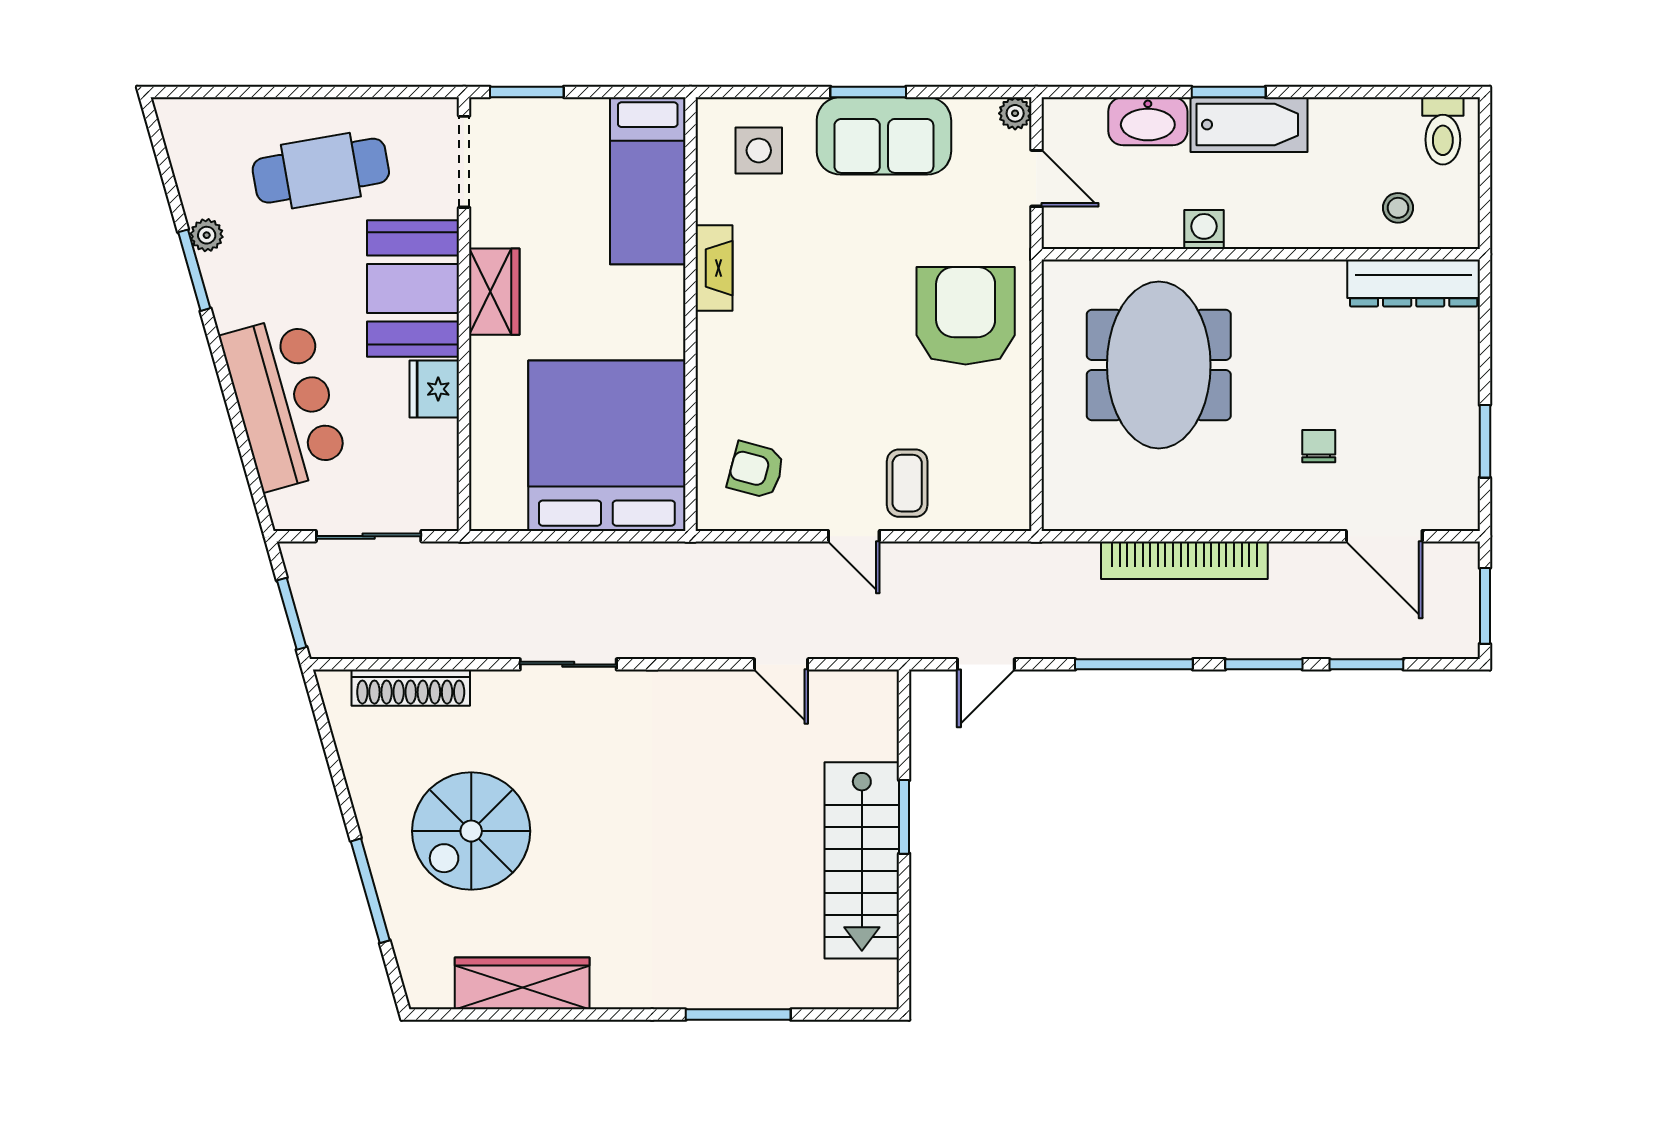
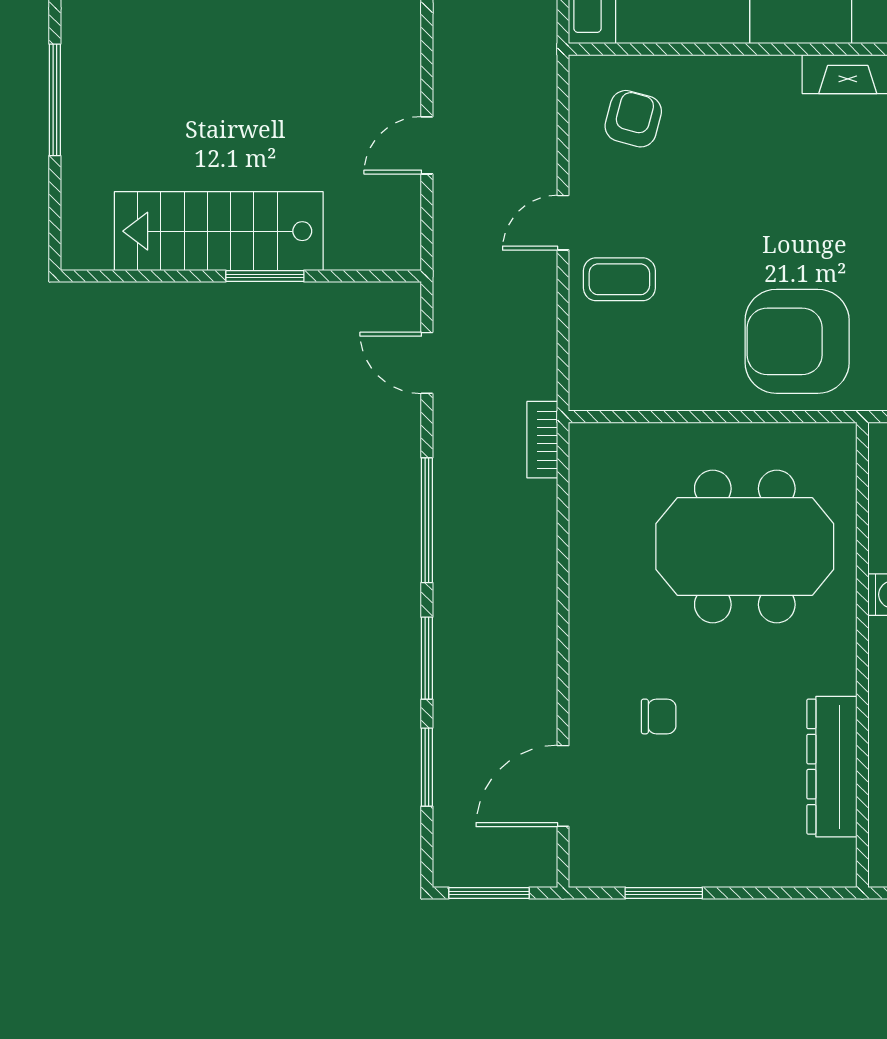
dresser: (1414, 283) -> (832, 767), moved
armchair: (966, 316) -> (797, 341), turned 180
bookcase: (1184, 560) -> (542, 440), moved, width x0.43, depth x0.76

